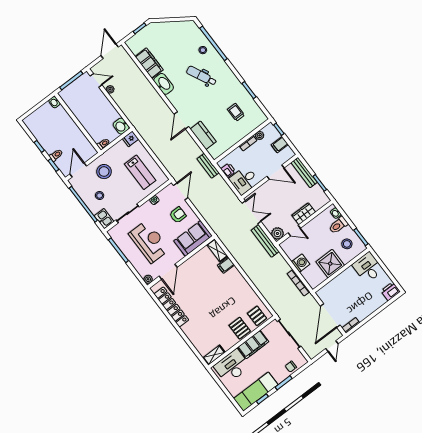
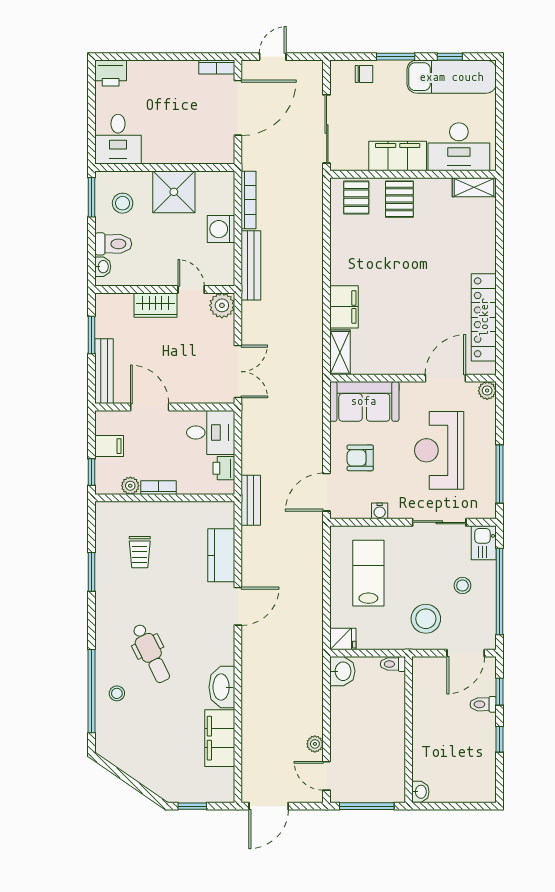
double door: (251, 212) -> (238, 372), swing flipped
bench: (265, 241) -> (251, 265), moved
filing cabinet: (226, 265) -> (344, 307), width x2.00

